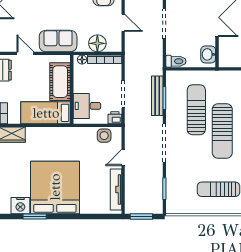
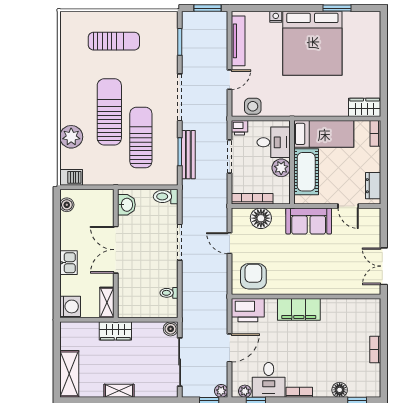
floor lamp: (82, 60) -> (280, 198), removed
plant: (81, 85) -> (281, 168), added
sun lounger: (196, 110) -> (141, 138), turned 180
nightstand: (20, 206) -> (276, 17), moved, width x0.53, depth x0.56

